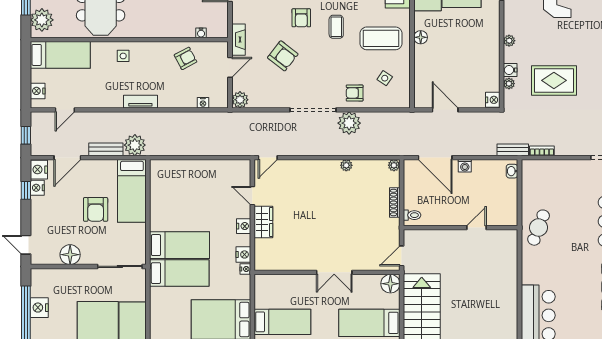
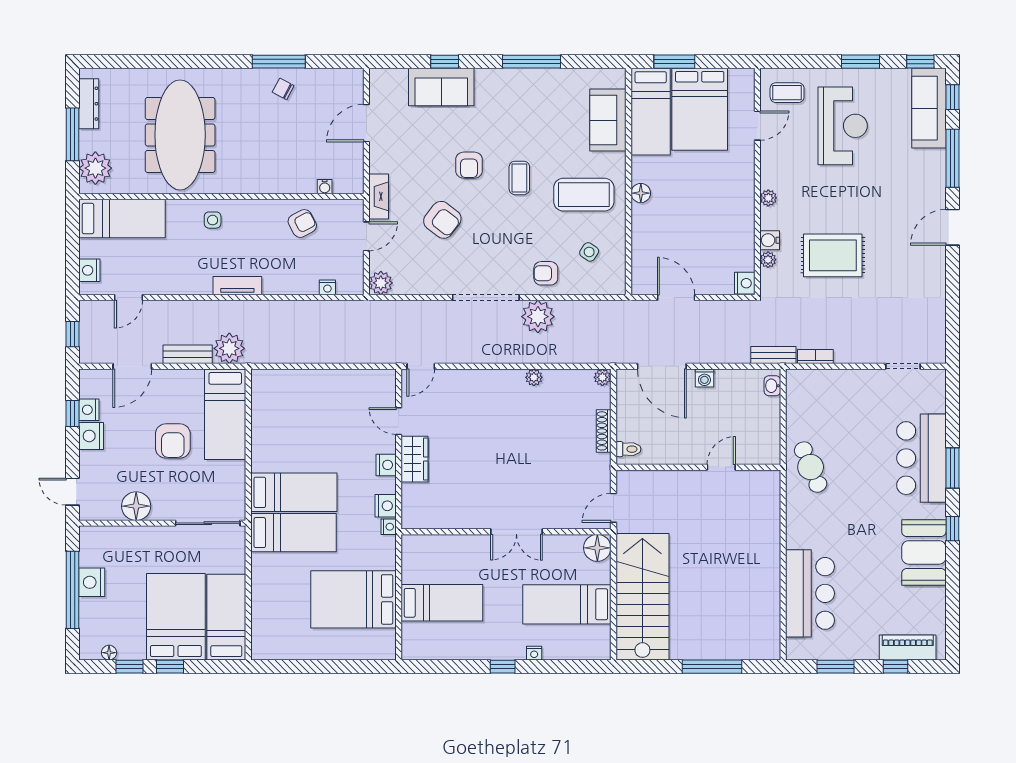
nightstand: (39, 170) -> (91, 436), moved
cafe table: (539, 228) -> (811, 467), turned -44

